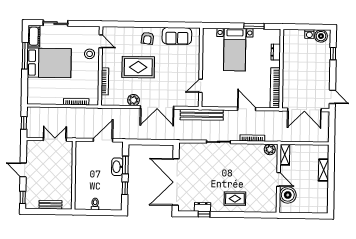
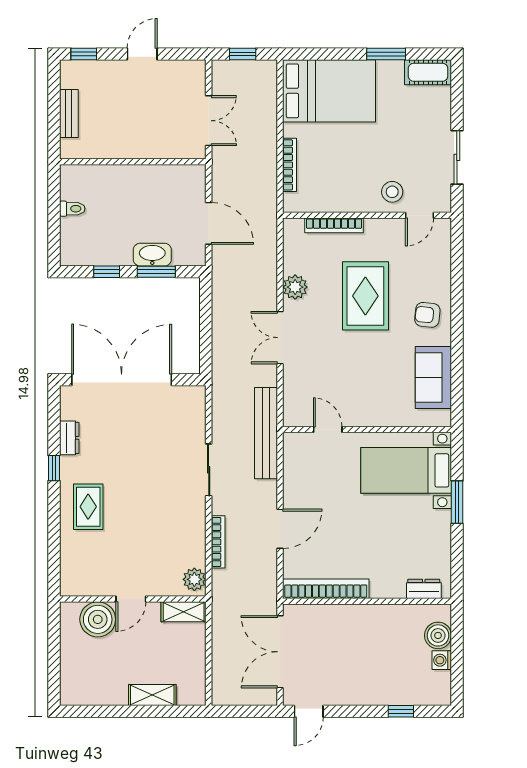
sliding door: (56, 23) -> (457, 157), moved
window: (254, 26) -> (457, 502), moved
boiler: (321, 36) -> (438, 635), moved
bed with nightstands: (235, 50) -> (406, 470), moved
dresser: (276, 52) -> (424, 589), moved
window: (25, 56) -> (386, 54), width x0.69
bed: (49, 63) -> (329, 91), moved, turned -90
double door: (157, 107) -> (280, 338), width x0.73
window: (204, 214) -> (54, 468), moved

